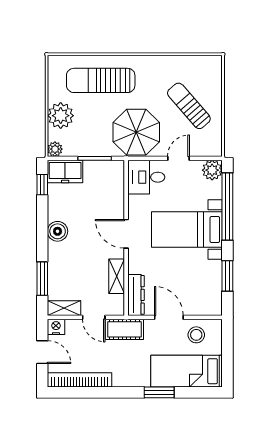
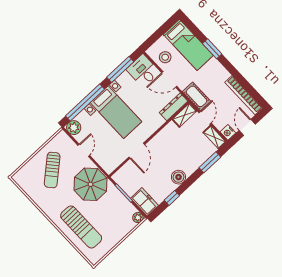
plant: (61, 116) -> (118, 231), removed
door: (178, 158) -> (84, 150), swing flipped
desk: (146, 177) -> (143, 71), moved, turned 180
window: (42, 185) -> (172, 198), moved
door: (126, 234) -> (137, 151), moved
shelving: (117, 276) -> (184, 115), moved
window: (227, 276) -> (120, 69), width x1.44
door: (169, 317) -> (169, 80), hinge flipped

